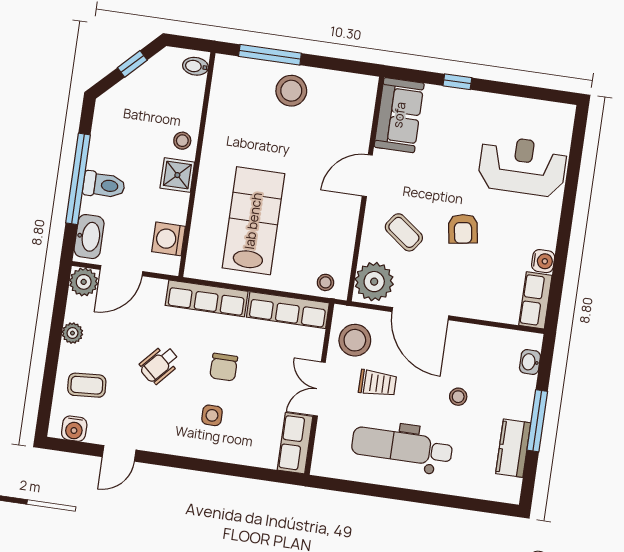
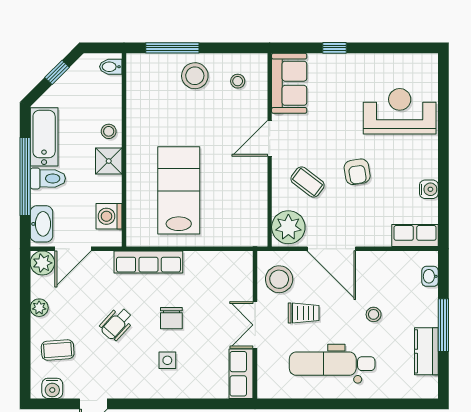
bathtub: (107, 136) -> (44, 137), added
stool: (325, 282) -> (238, 81), moved
row of seats: (535, 300) -> (415, 236), moved, turned 90
row of seats: (288, 310) -> (219, 262), removed

